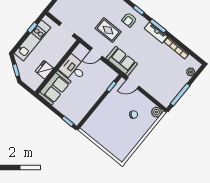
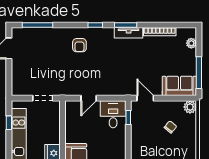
armchair: (129, 20) -> (79, 45), moved
rug: (108, 30) -> (82, 67), removed
sofa: (122, 61) -> (179, 86), moved
desk: (73, 68) -> (113, 114), moved, turned 90
door: (132, 83) -> (145, 98), swing flipped

